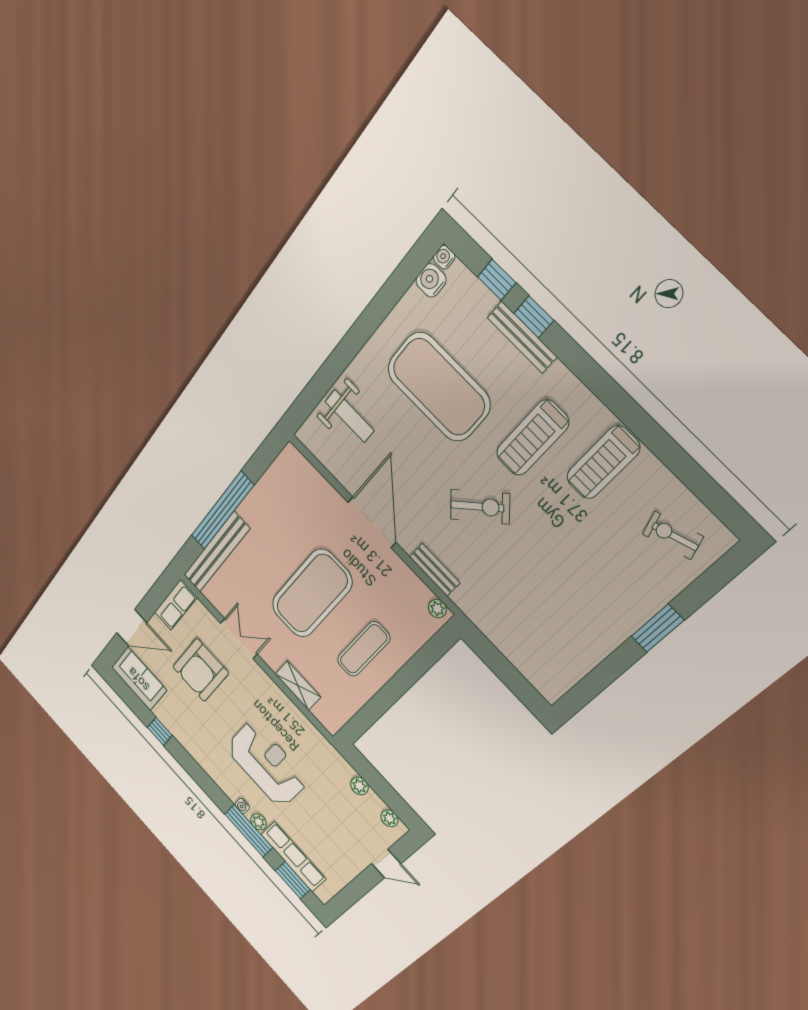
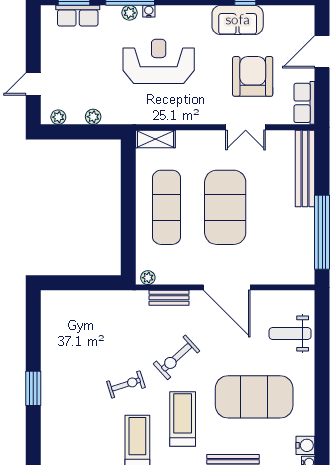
window: (222, 511) -> (322, 232), moved
exercise bike: (673, 535) -> (126, 384), moved
exercise mat: (364, 649) -> (167, 207), width x1.36, depth x1.45
sofa: (139, 679) -> (238, 20), moved
shelving: (298, 686) -> (155, 139), moved
reception desk: (267, 764) -> (159, 61), turned 180
row of seats: (293, 857) -> (78, 16), width x0.68

